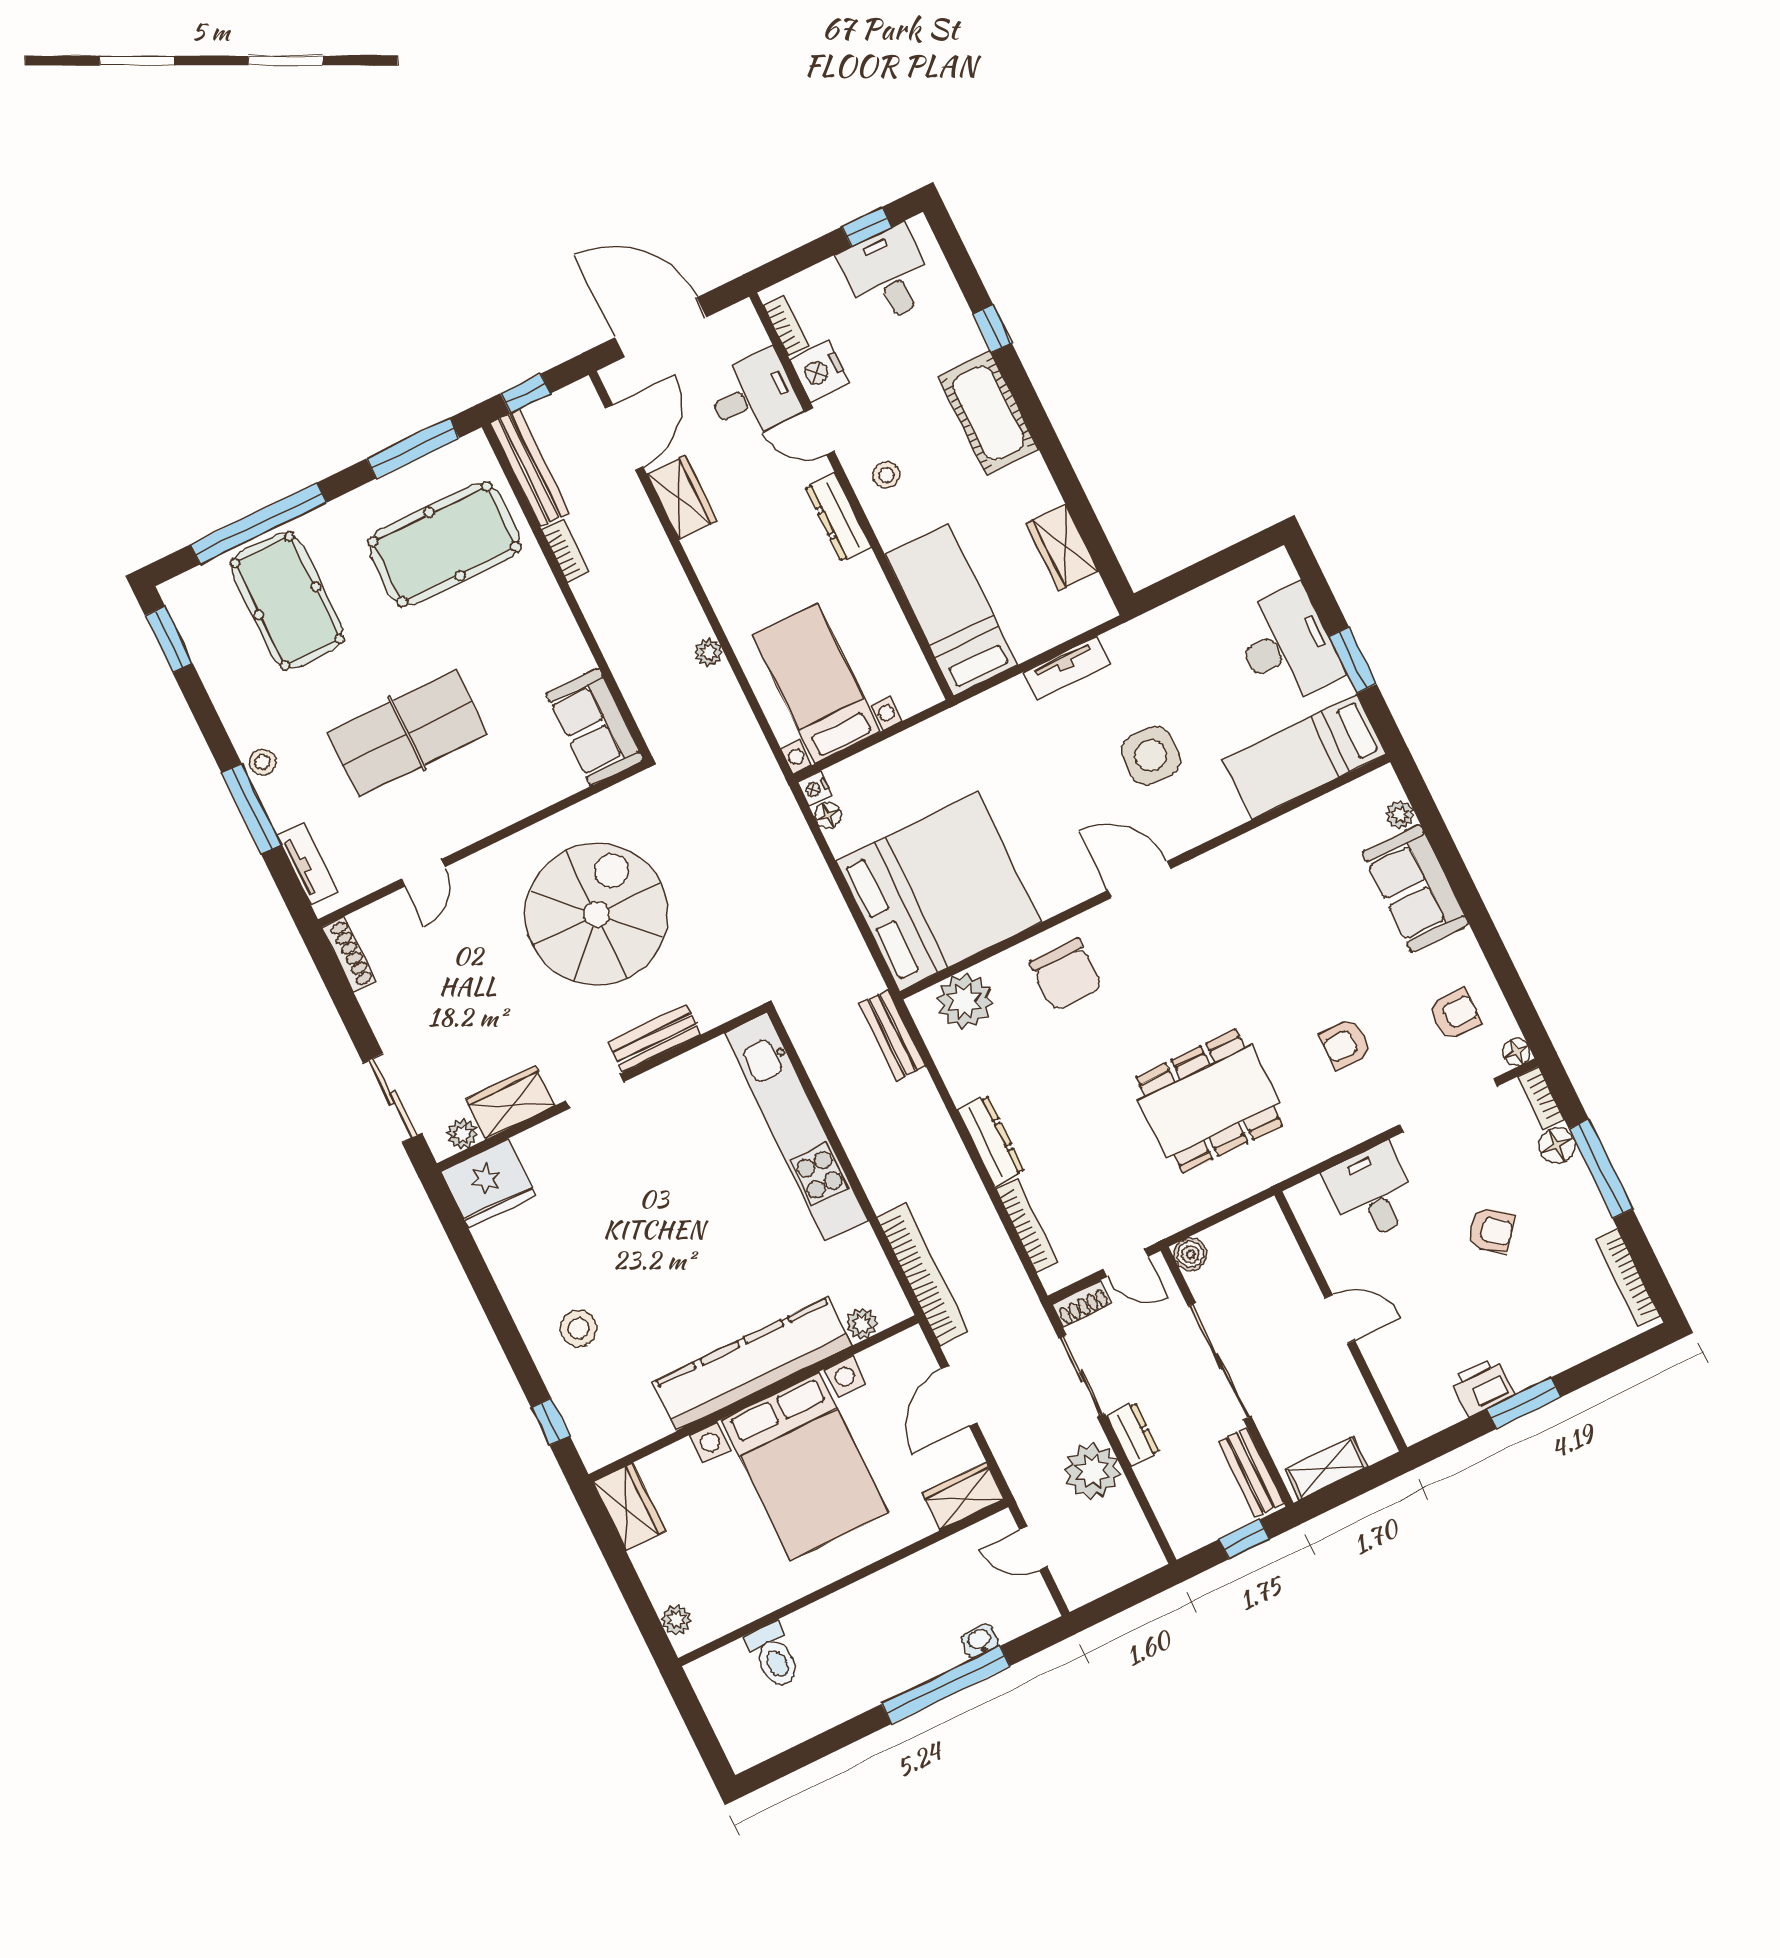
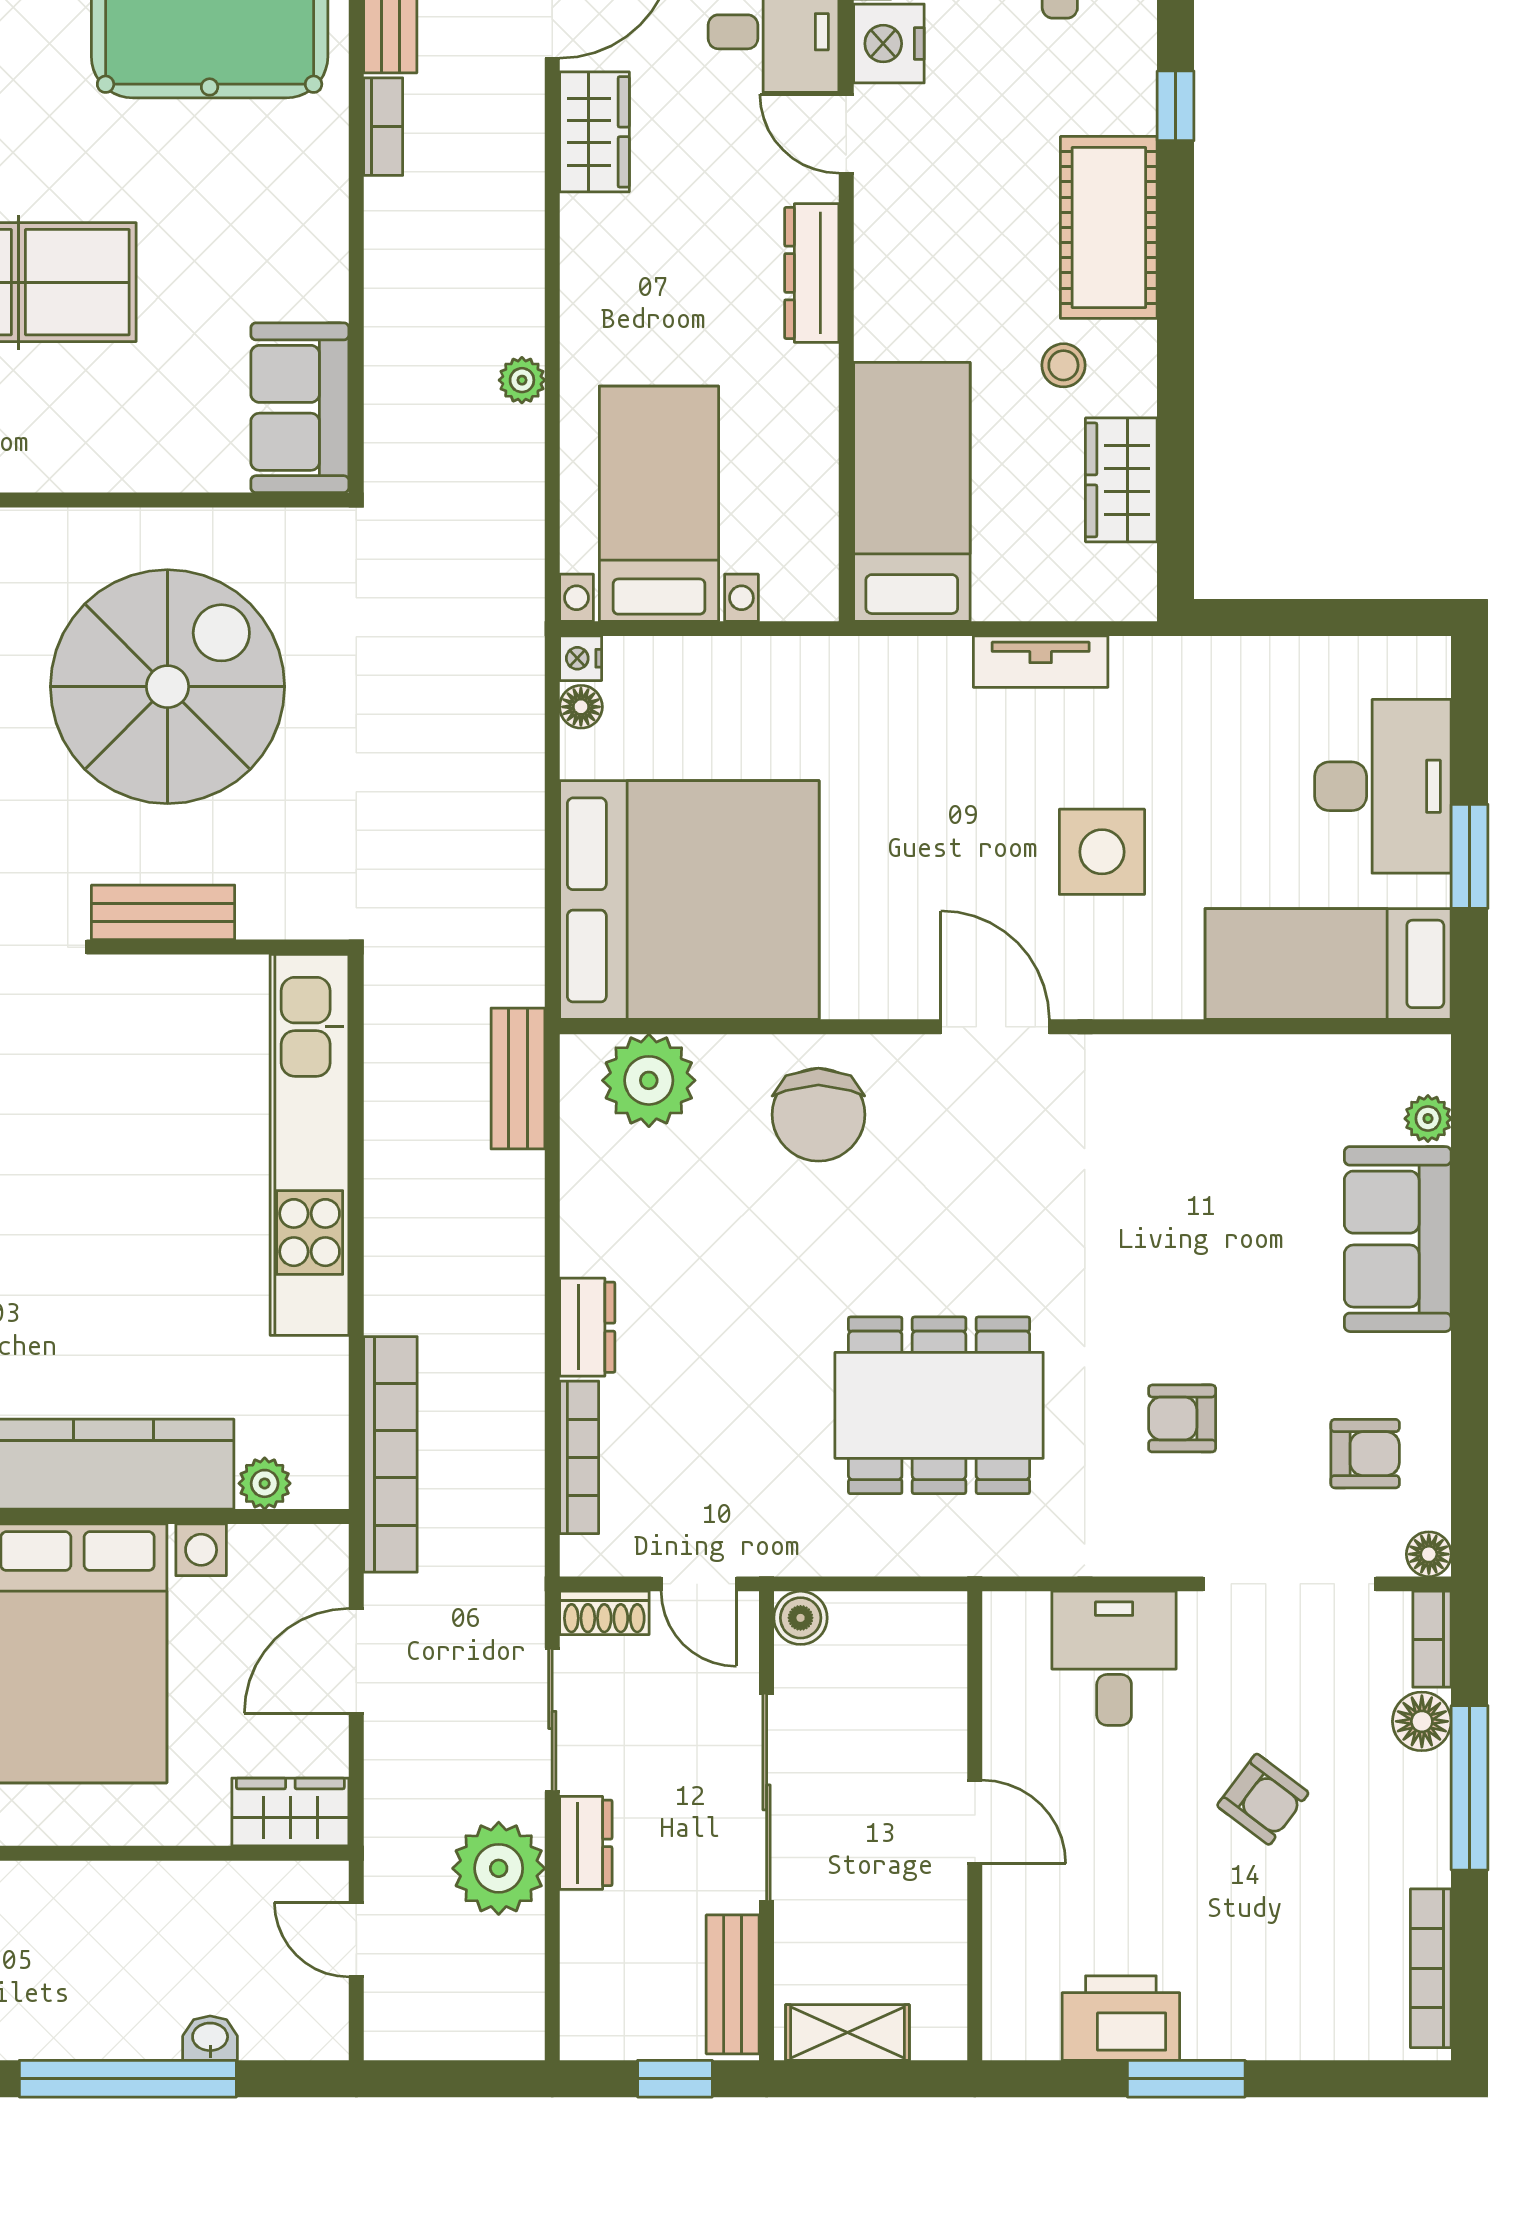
stool: (887, 475) -> (1063, 365), moved
dresser: (991, 1141) -> (587, 1327), width x0.70
printer: (1482, 1387) -> (1121, 2018), width x1.37, depth x1.19

